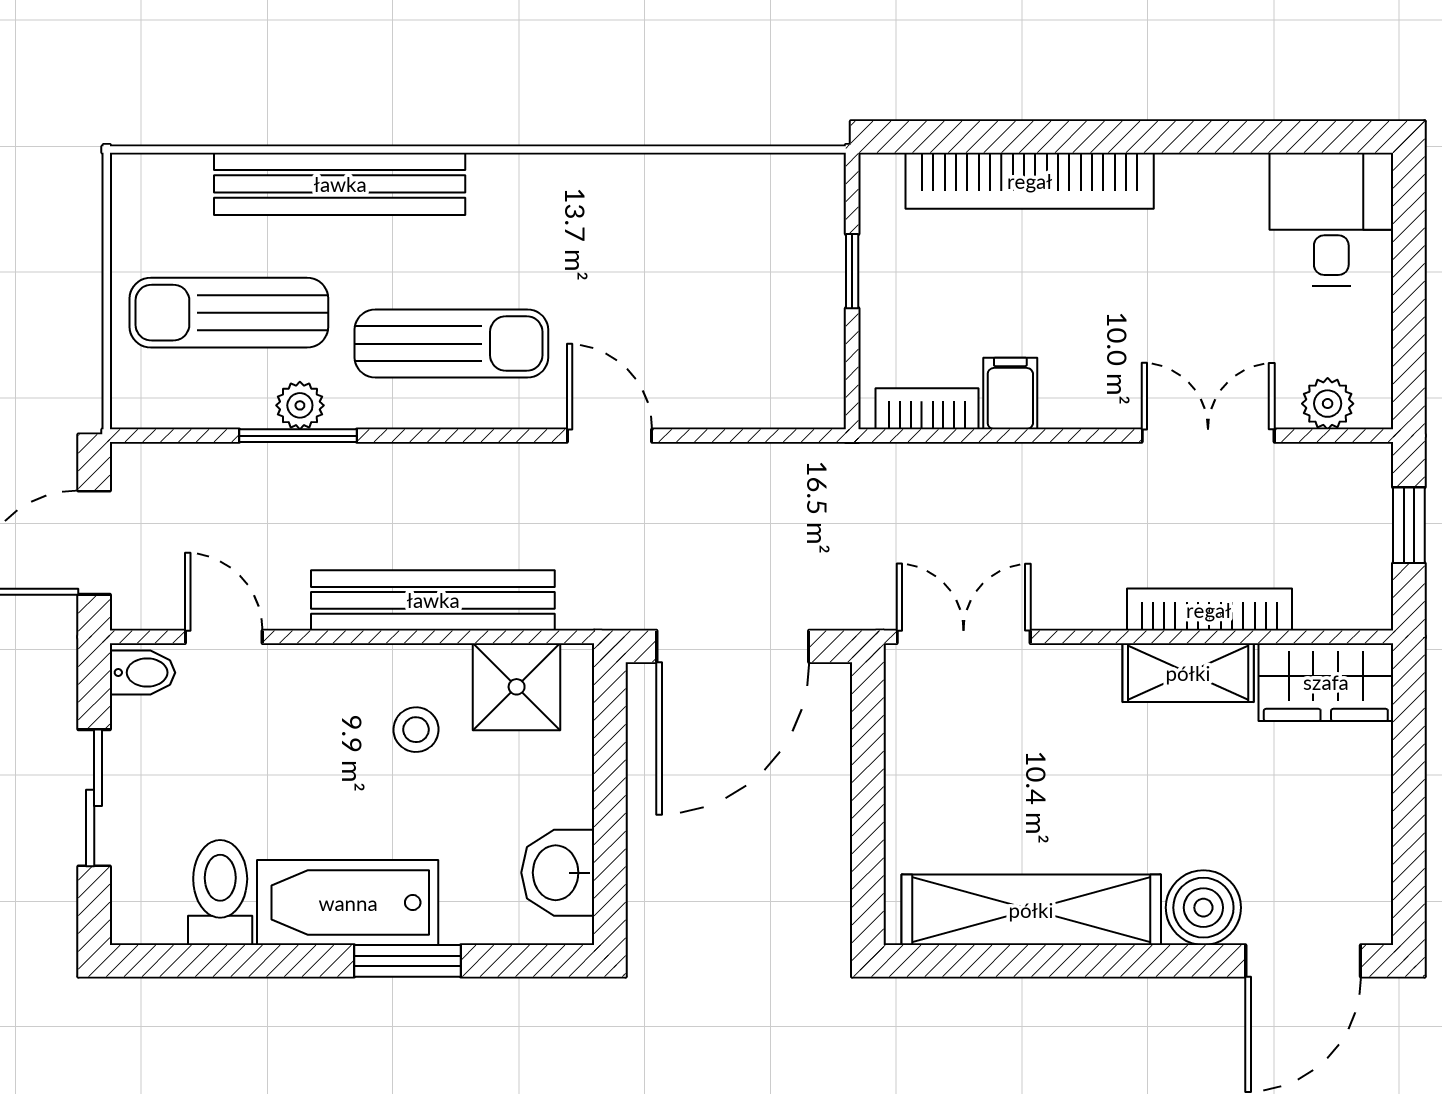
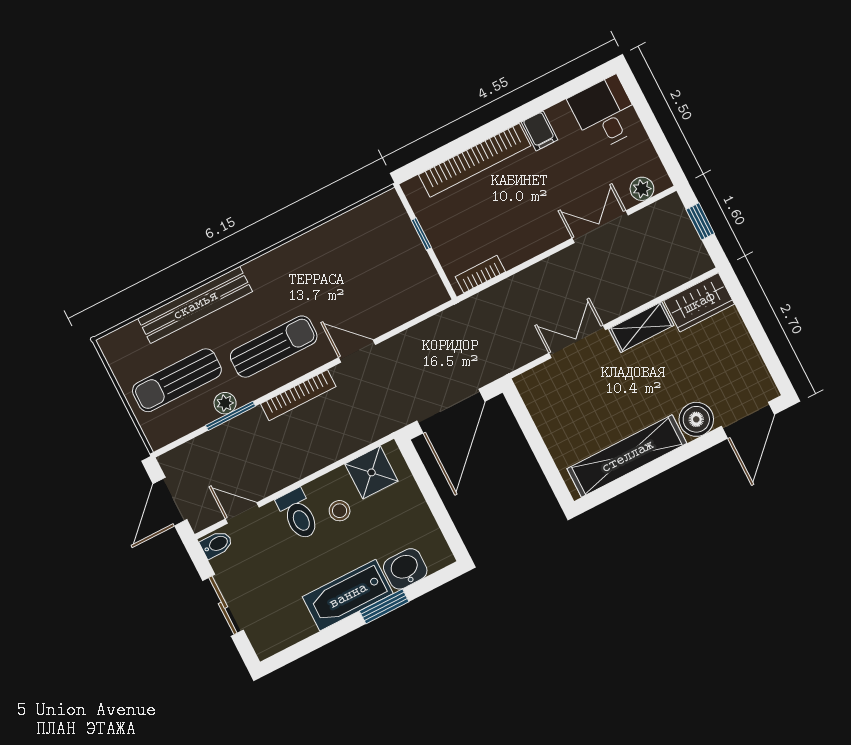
filing cabinet: (1010, 393) -> (540, 131), moved, turned 180
bench: (433, 600) -> (319, 455), removed
bookcase: (1209, 610) -> (298, 395), moved, turned 180
double door: (964, 637) -> (577, 342), moved
washbasin: (558, 873) -> (405, 569), moved, turned 90
toilet: (220, 893) -> (298, 514), moved, turned 180

